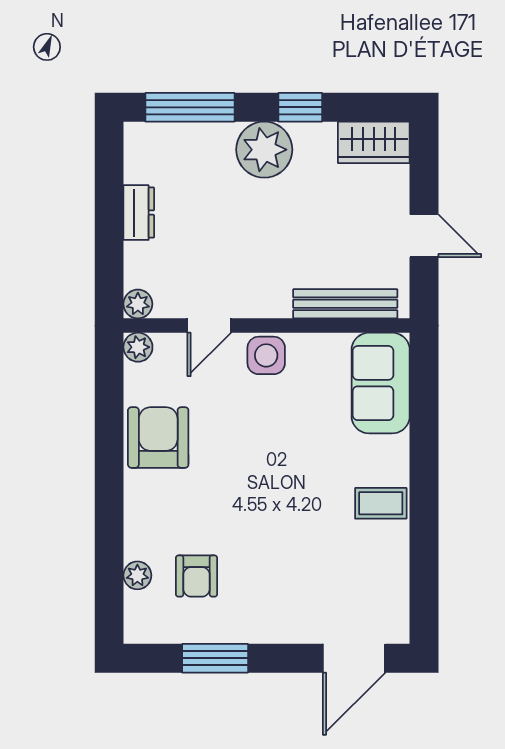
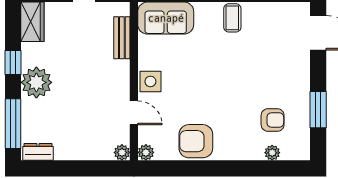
dresser: (139, 213) -> (38, 152), moved
bench: (345, 304) -> (122, 38), width x0.73

